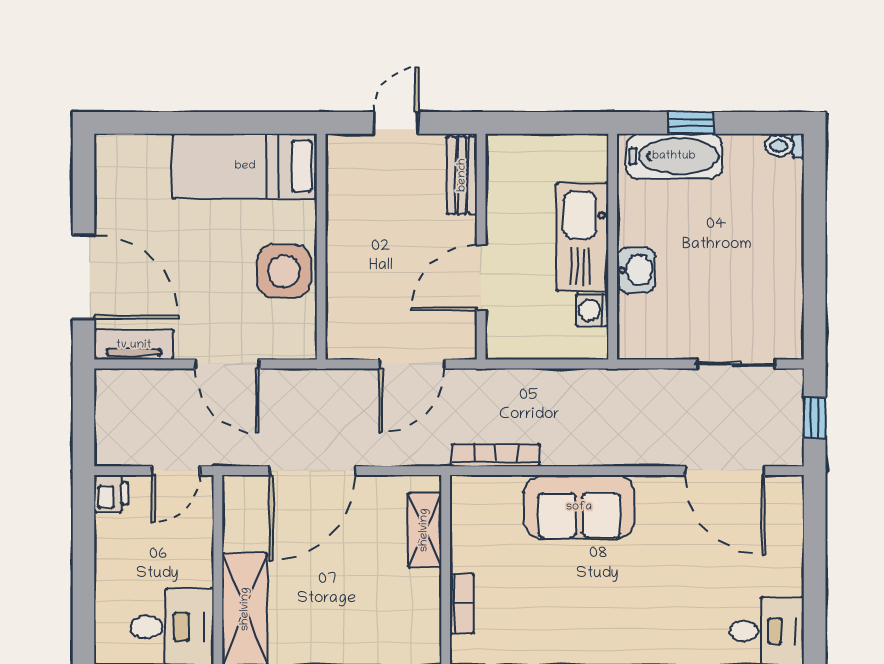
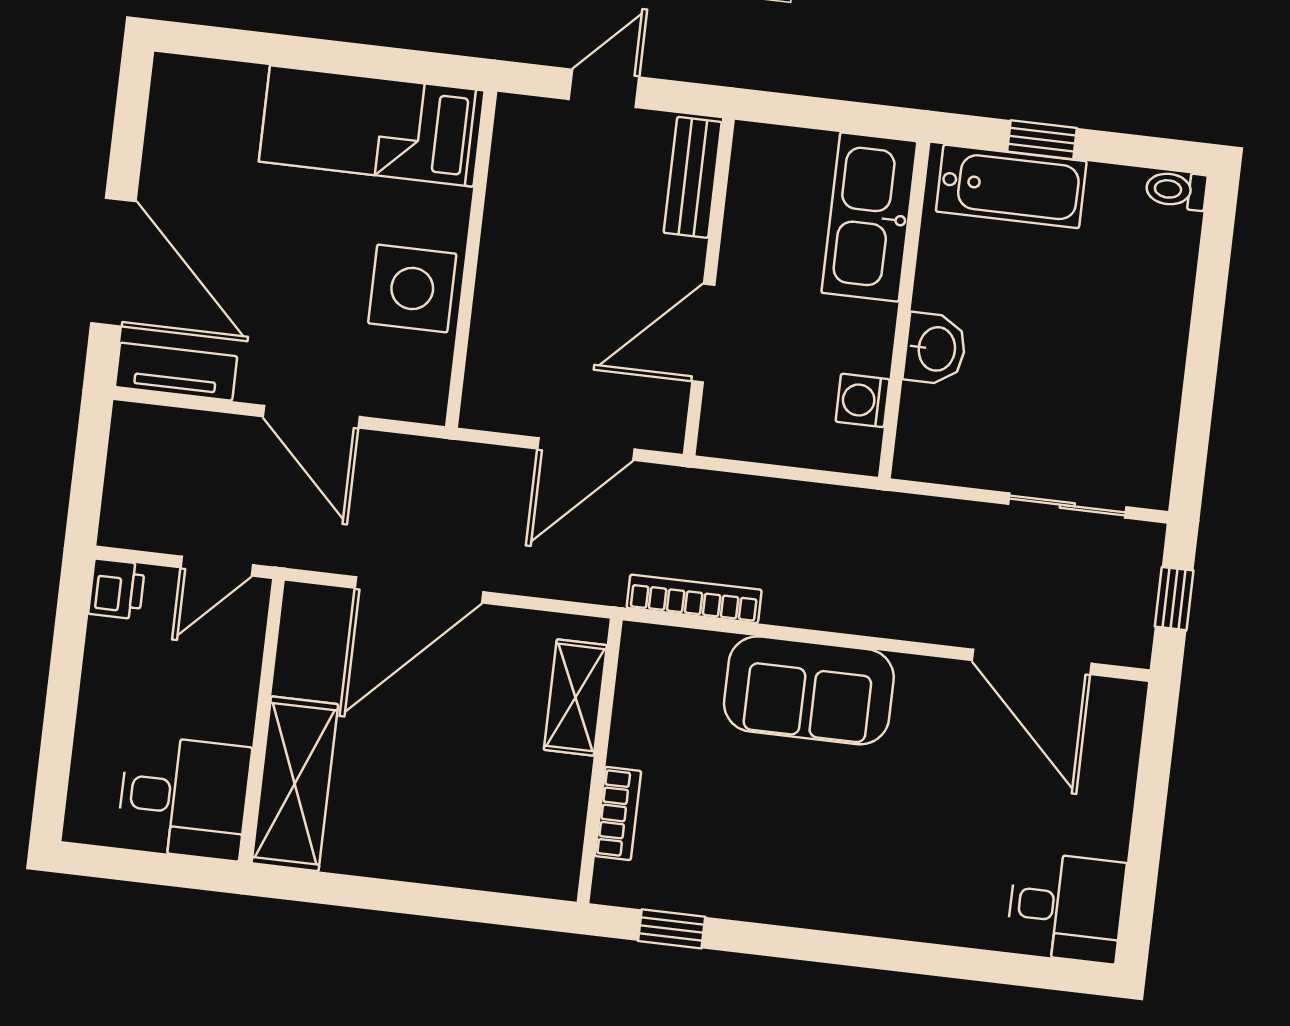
kitchen sink: (582, 237) -> (869, 217), moved

